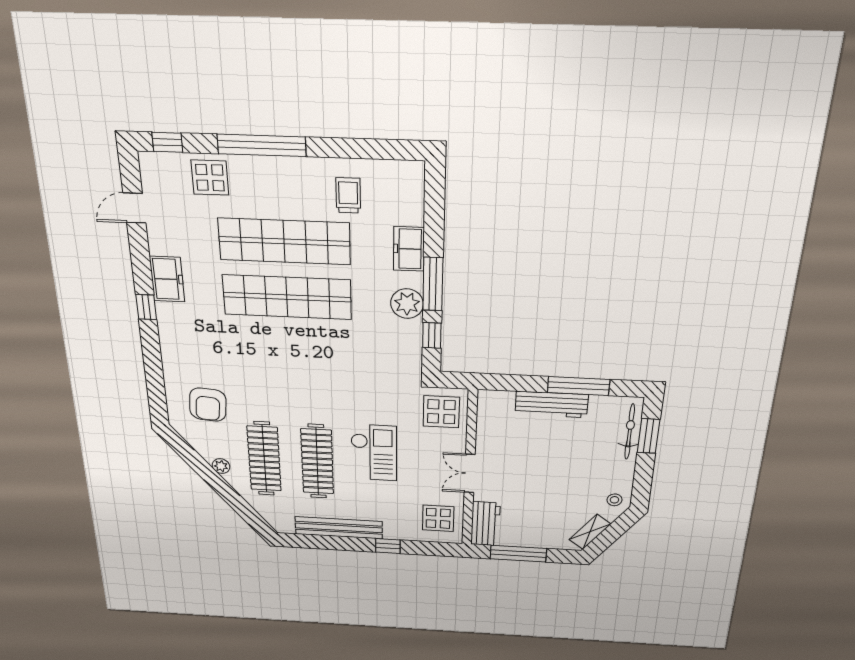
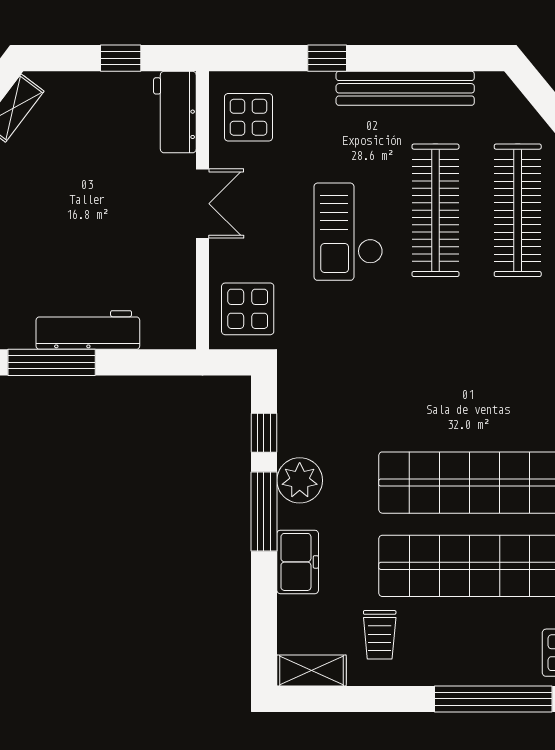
shelving: (399, 171) -> (311, 670), added
window: (518, 554) -> (121, 58), width x0.46

